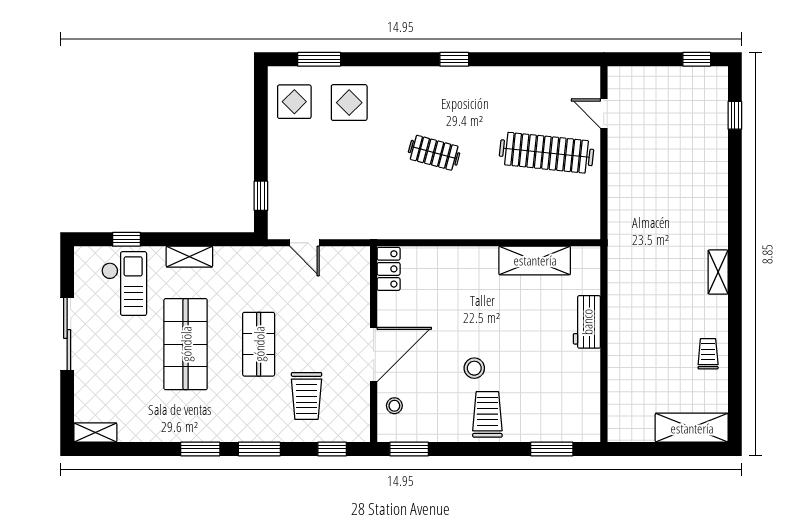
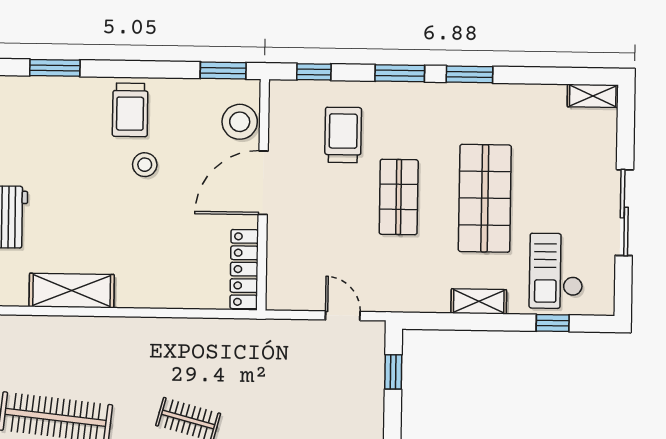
locker: (389, 269) -> (244, 269), width x1.53
stool: (394, 406) -> (240, 122), width x1.89, depth x1.89

